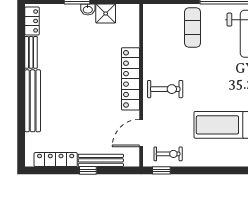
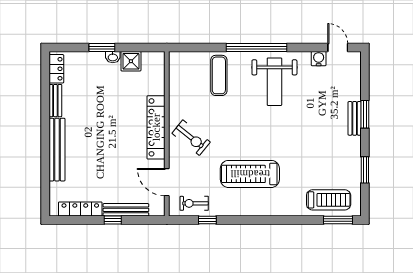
exercise bike: (165, 89) -> (191, 138), turned 39
door: (141, 133) -> (167, 182), hinge flipped
exercise bike: (168, 154) -> (194, 203), turned 180
window: (161, 170) -> (207, 220), moved

